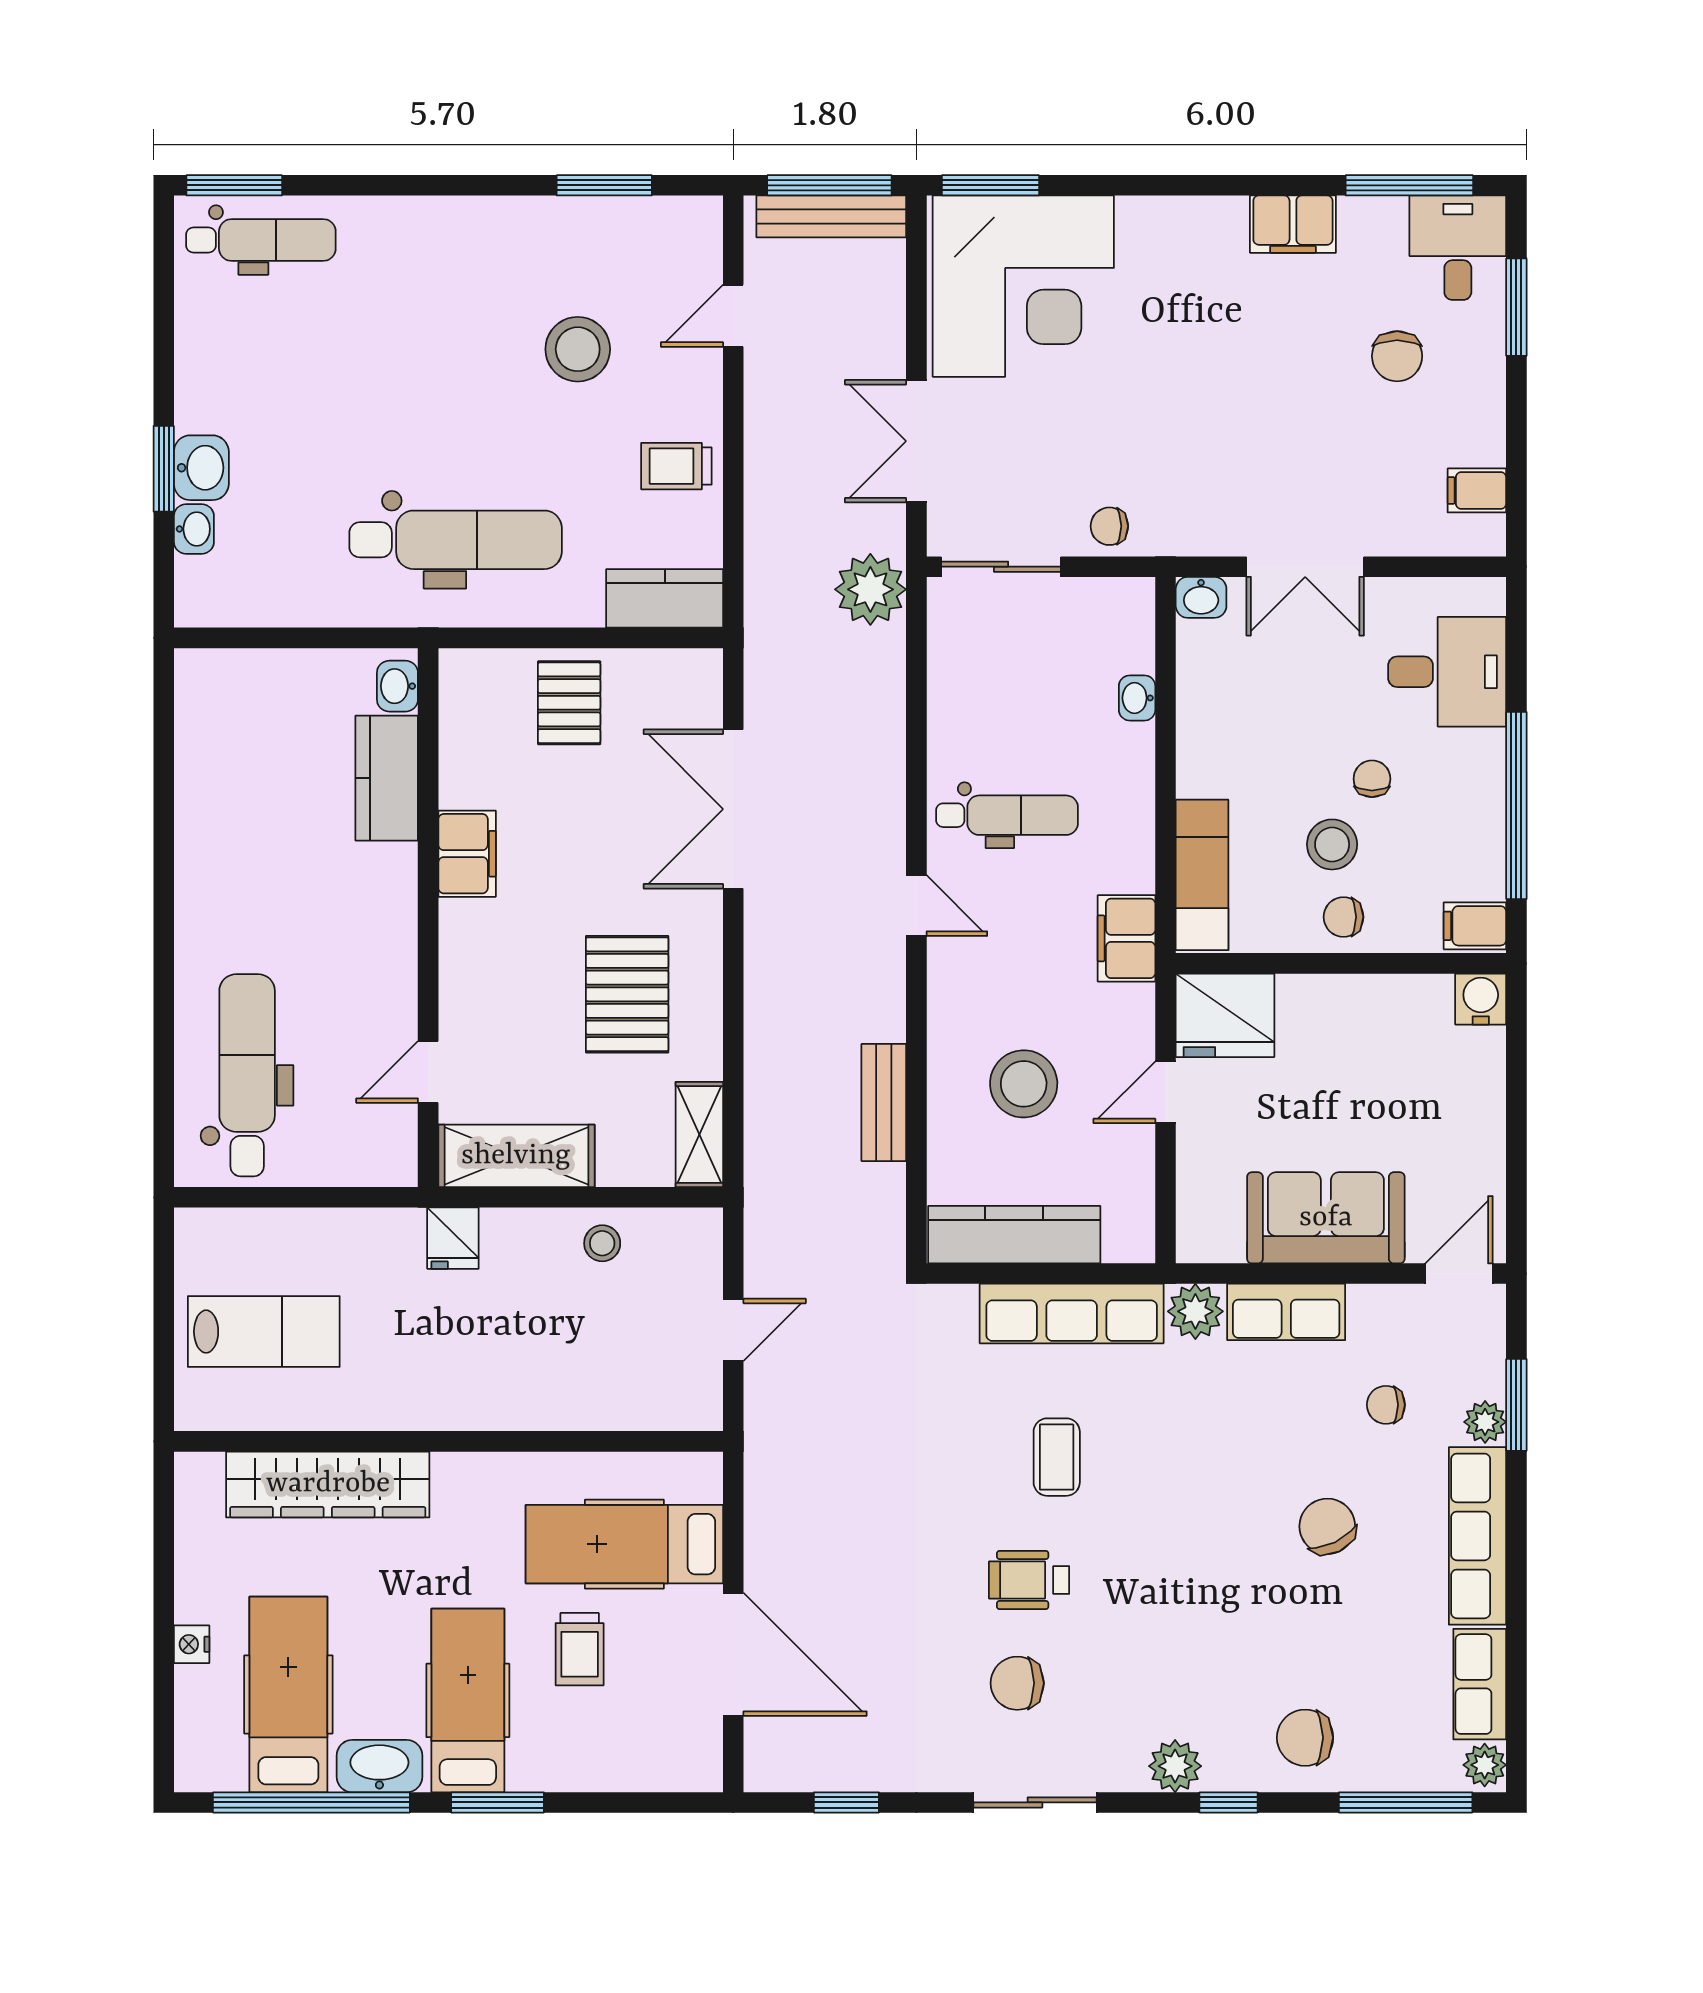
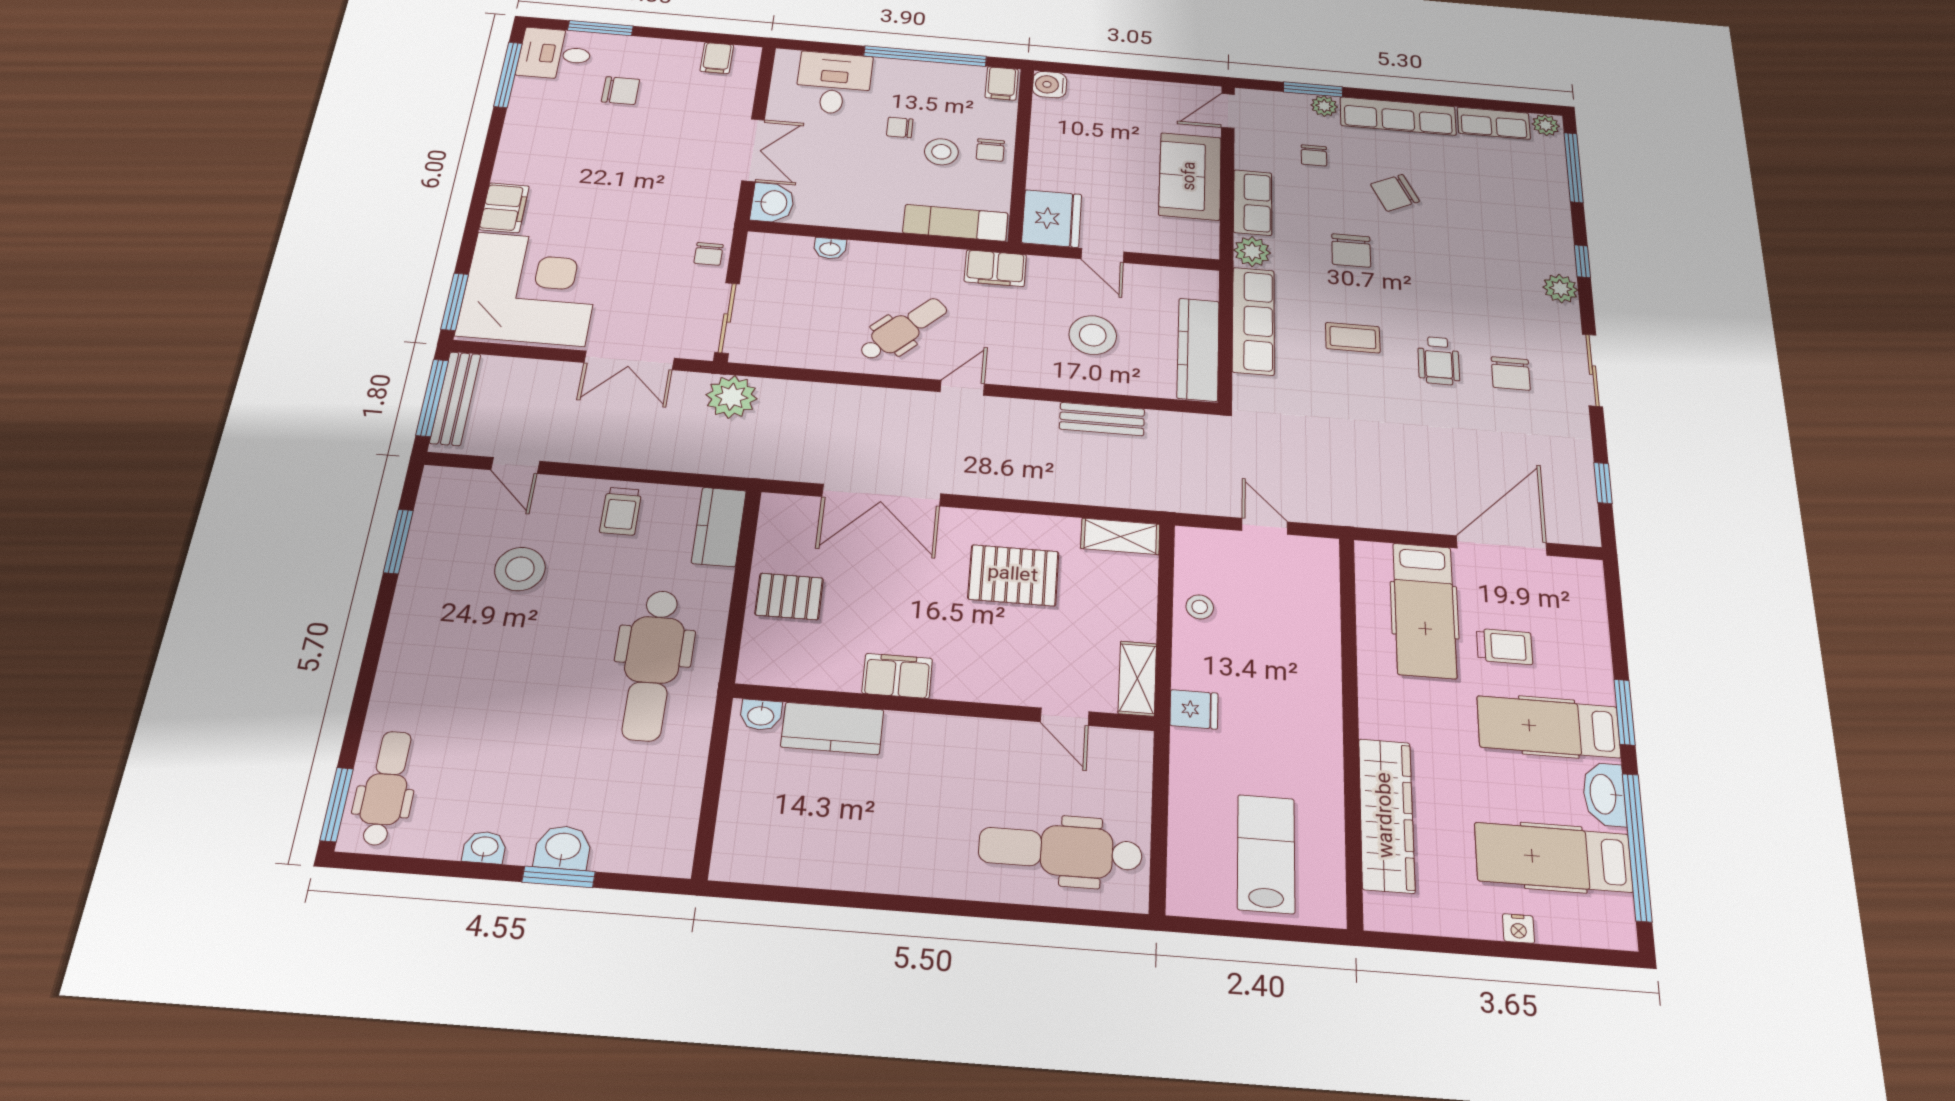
filing cabinet: (1293, 224) -> (504, 208), moved
washbasin: (194, 529) -> (485, 847), moved
dental chair: (456, 540) -> (652, 665), turned 180
washbasin: (1201, 597) -> (773, 203), width x1.38, depth x1.45
dental chair: (1007, 815) -> (903, 329), turned 46
shelving: (516, 1156) -> (1137, 678), width x0.67, depth x0.75
door: (1459, 1274) -> (1228, 111), hinge flipped
chair: (1305, 1738) -> (1351, 250), moved

